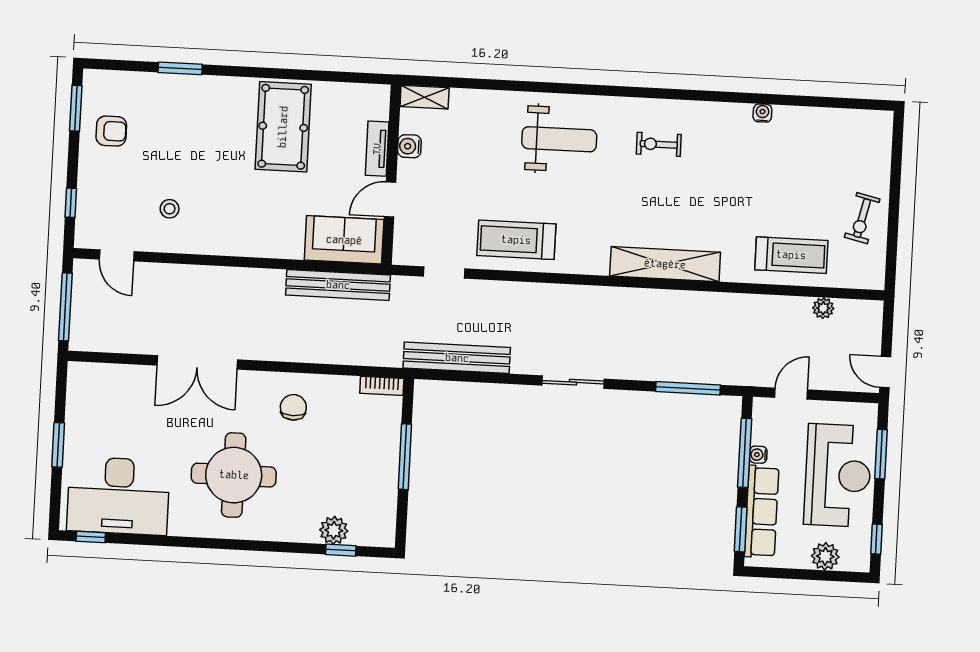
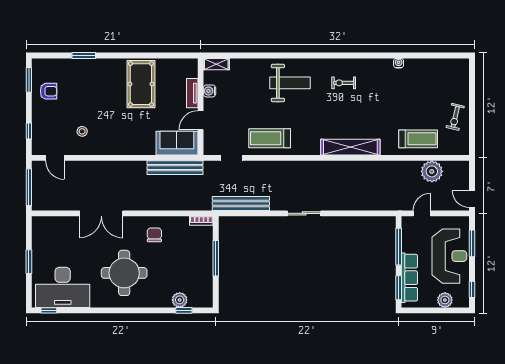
plant: (823, 308) -> (432, 171), width x1.87, depth x1.87
window: (688, 388) -> (366, 213), removed
water cooler: (758, 455) -> (406, 247), removed

